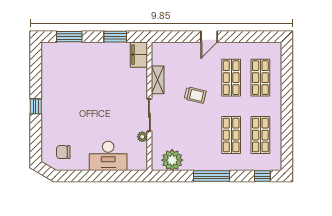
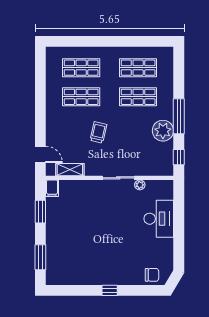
door: (209, 37) -> (40, 154), moved
filing cabinet: (139, 55) -> (52, 188), width x0.50
shelving: (158, 80) -> (70, 170), moved
chair: (63, 152) -> (152, 275), moved, turned -90
plant: (172, 160) -> (163, 131), moved
window: (262, 176) -> (179, 157), moved

